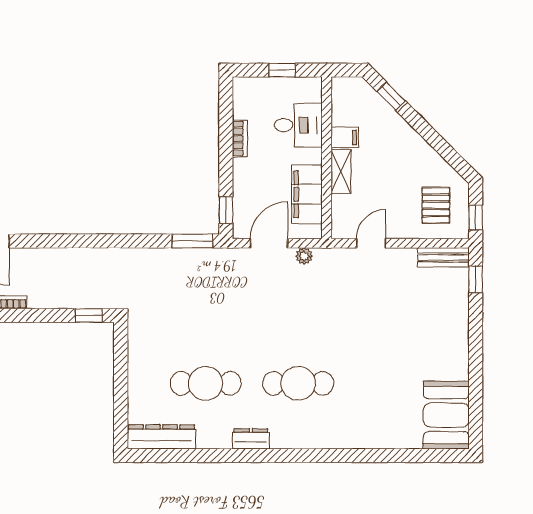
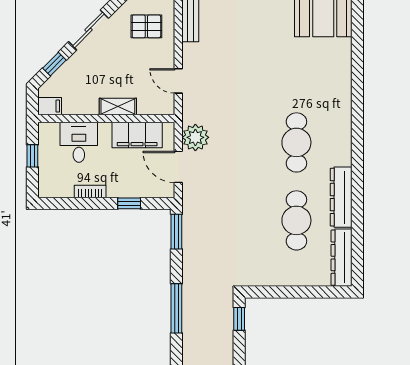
filing cabinet: (345, 137) -> (50, 106), moved, turned 90
sliding door: (432, 137) -> (89, 30), added
window: (226, 210) -> (129, 203), moved
window: (101, 241) -> (176, 308), added
plant: (304, 256) -> (195, 137), width x1.88, depth x1.88
dresser: (251, 439) -> (341, 197), width x1.96, depth x1.24

